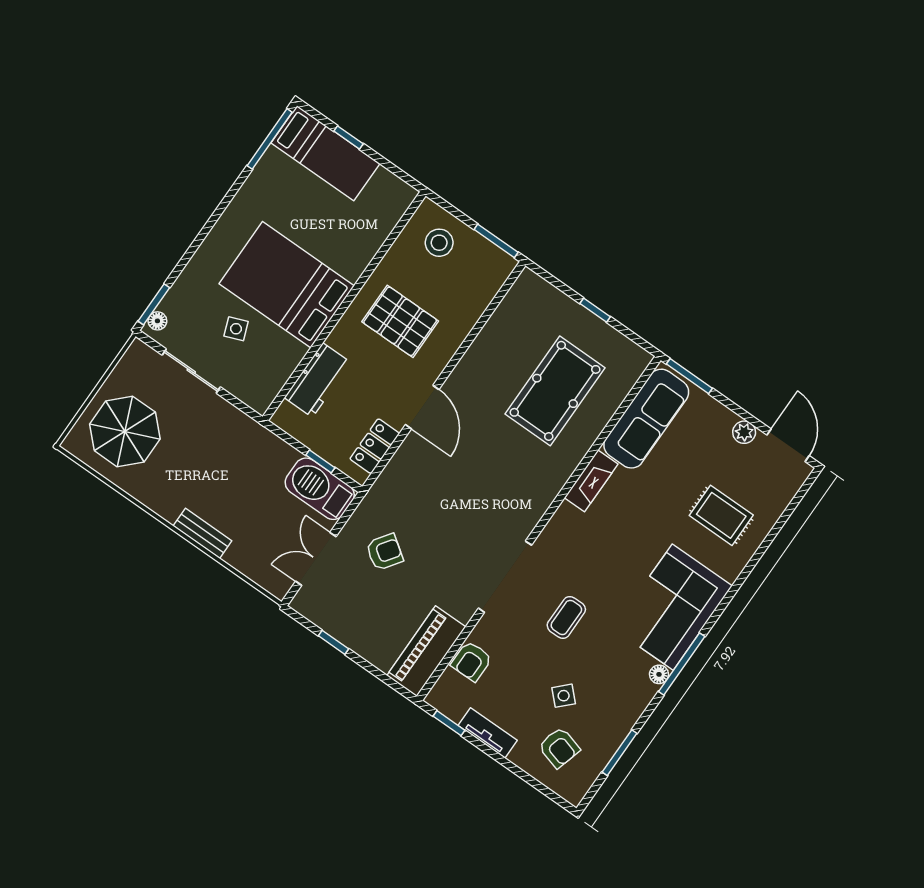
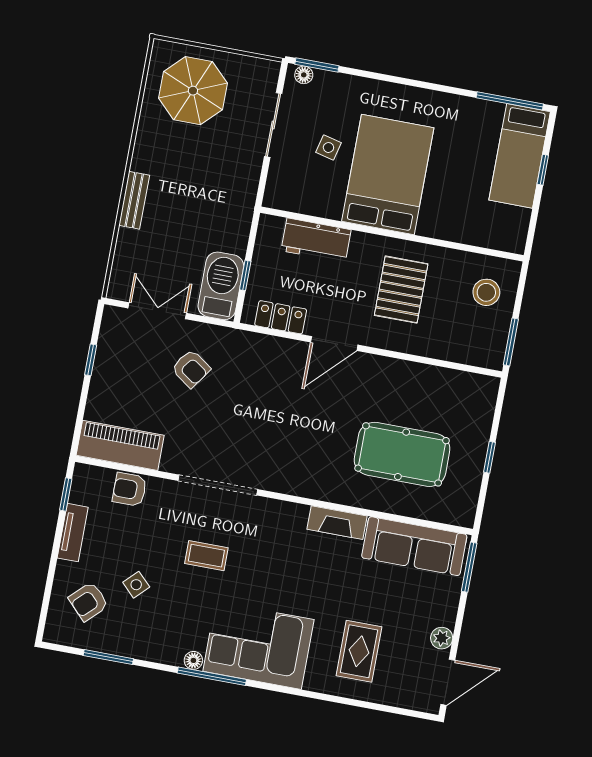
side table: (236, 329) -> (328, 148), turned 35
armchair: (559, 748) -> (89, 602), turned 30

